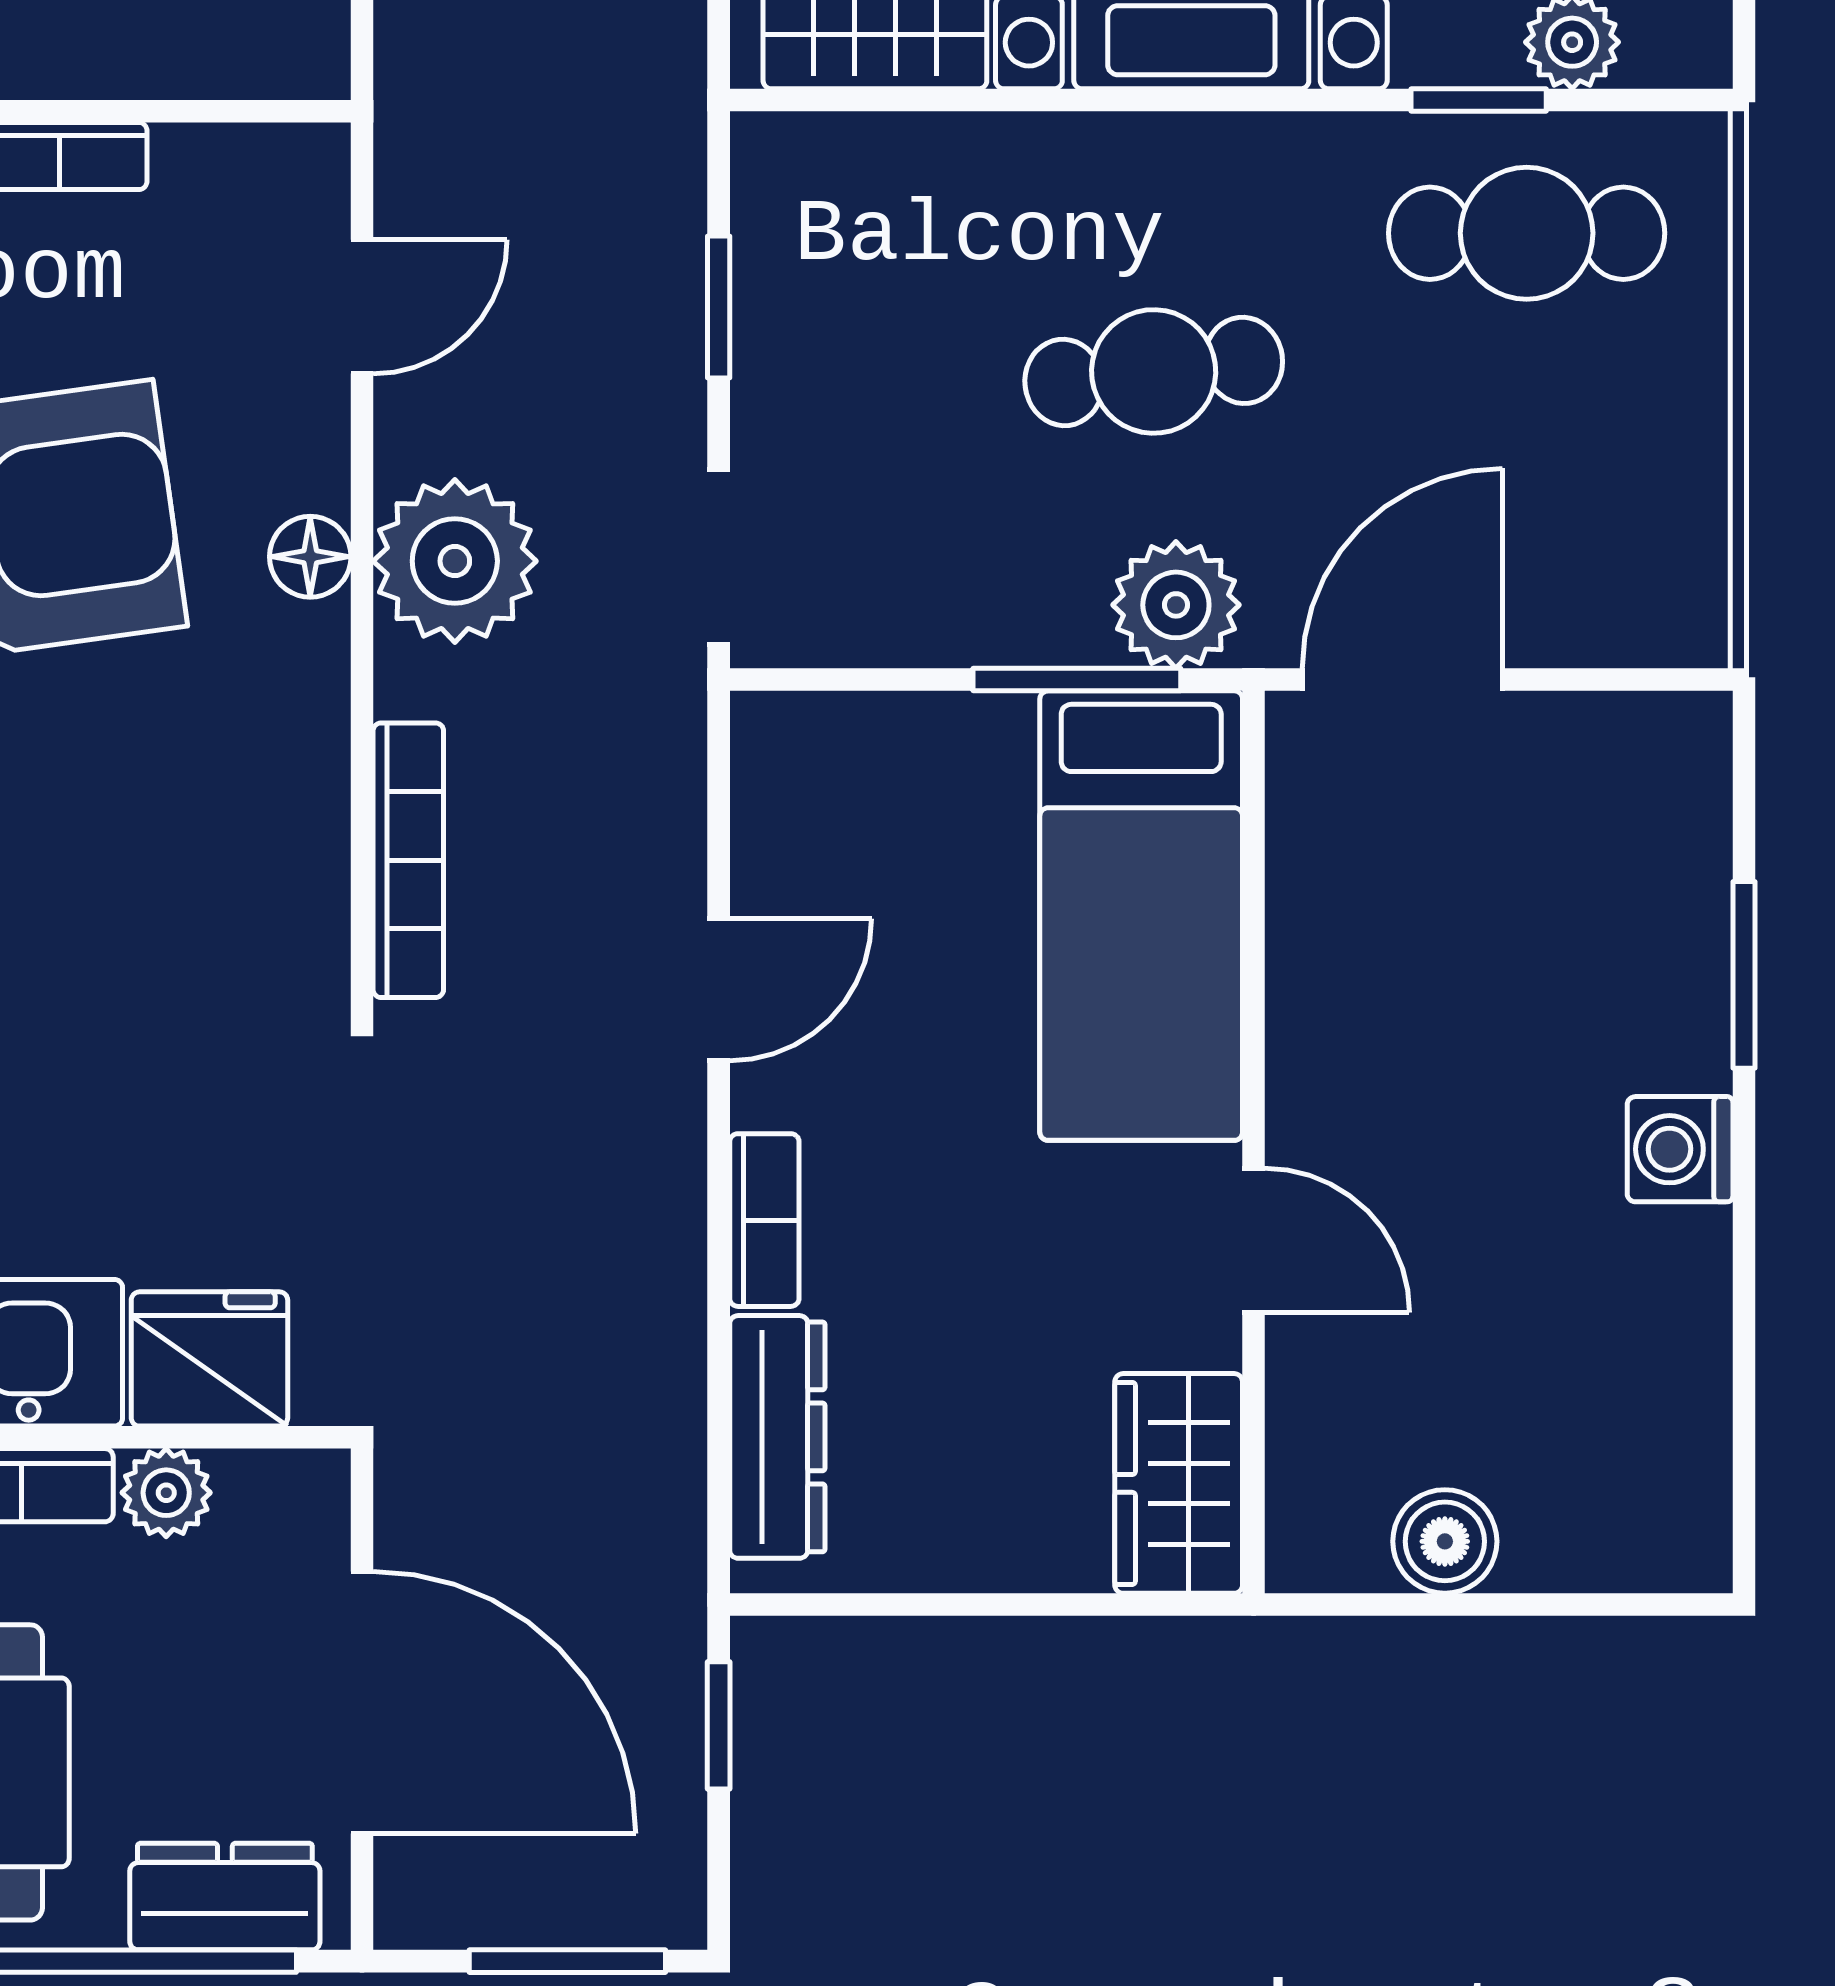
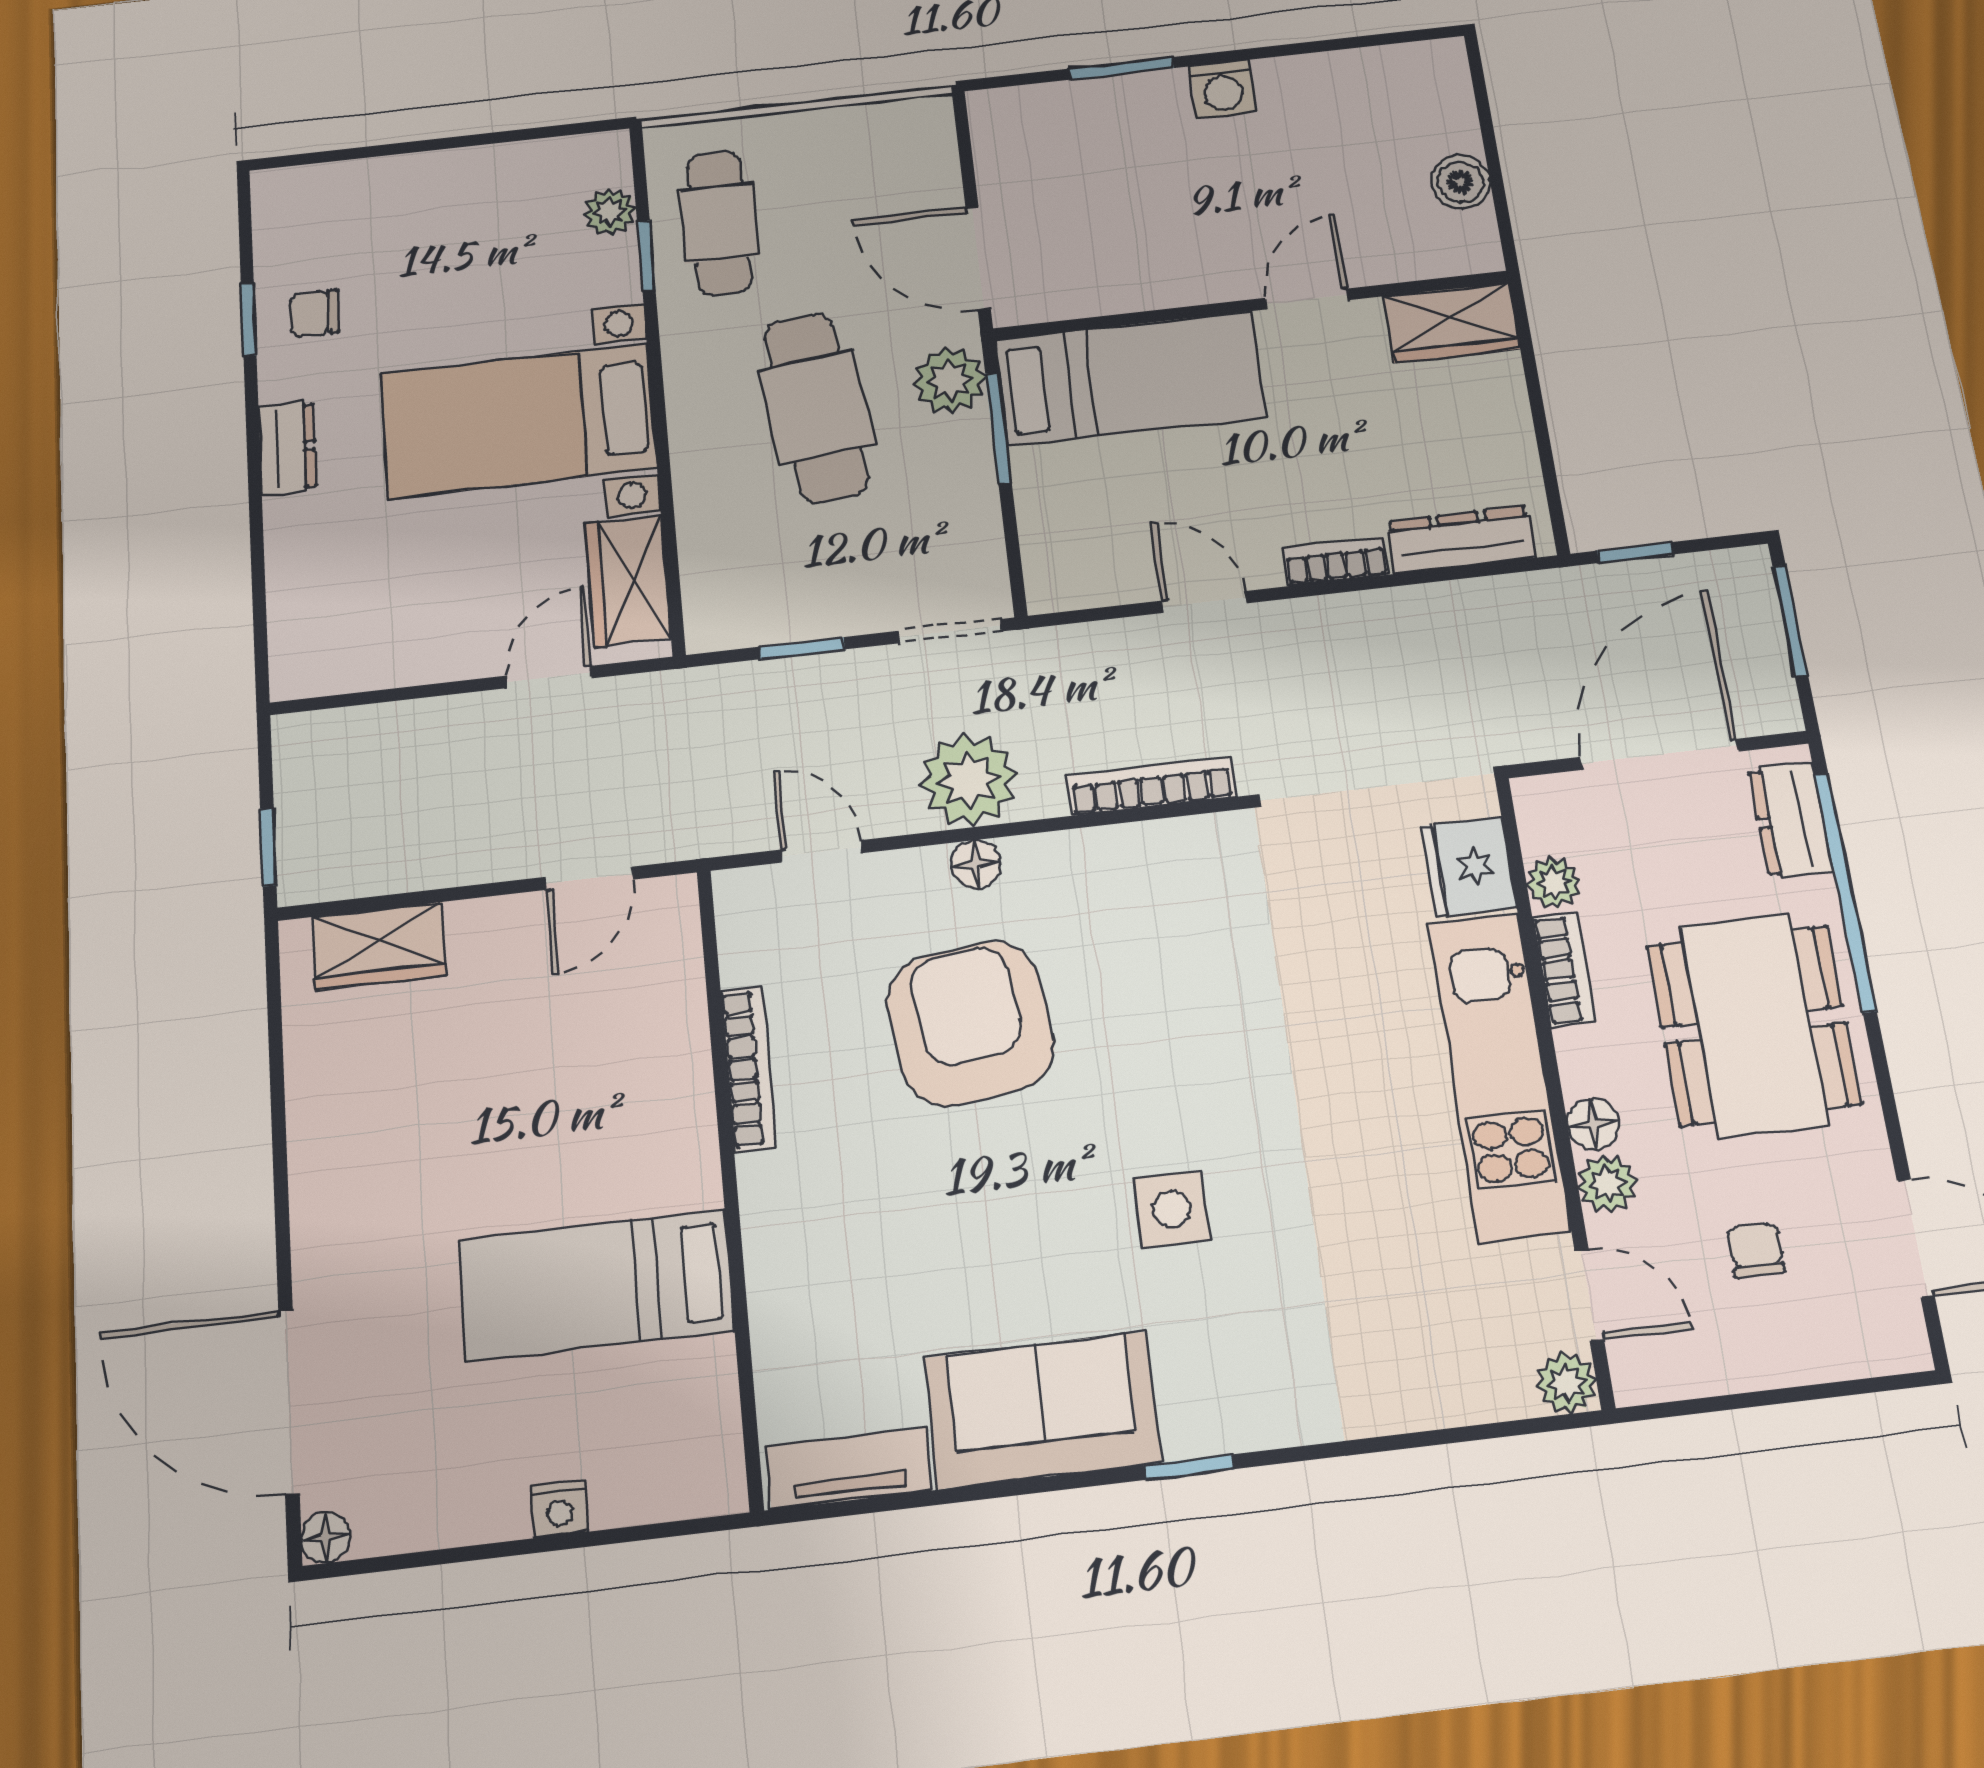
cafe table: (1154, 371) -> (817, 407), width x1.37, depth x1.35

